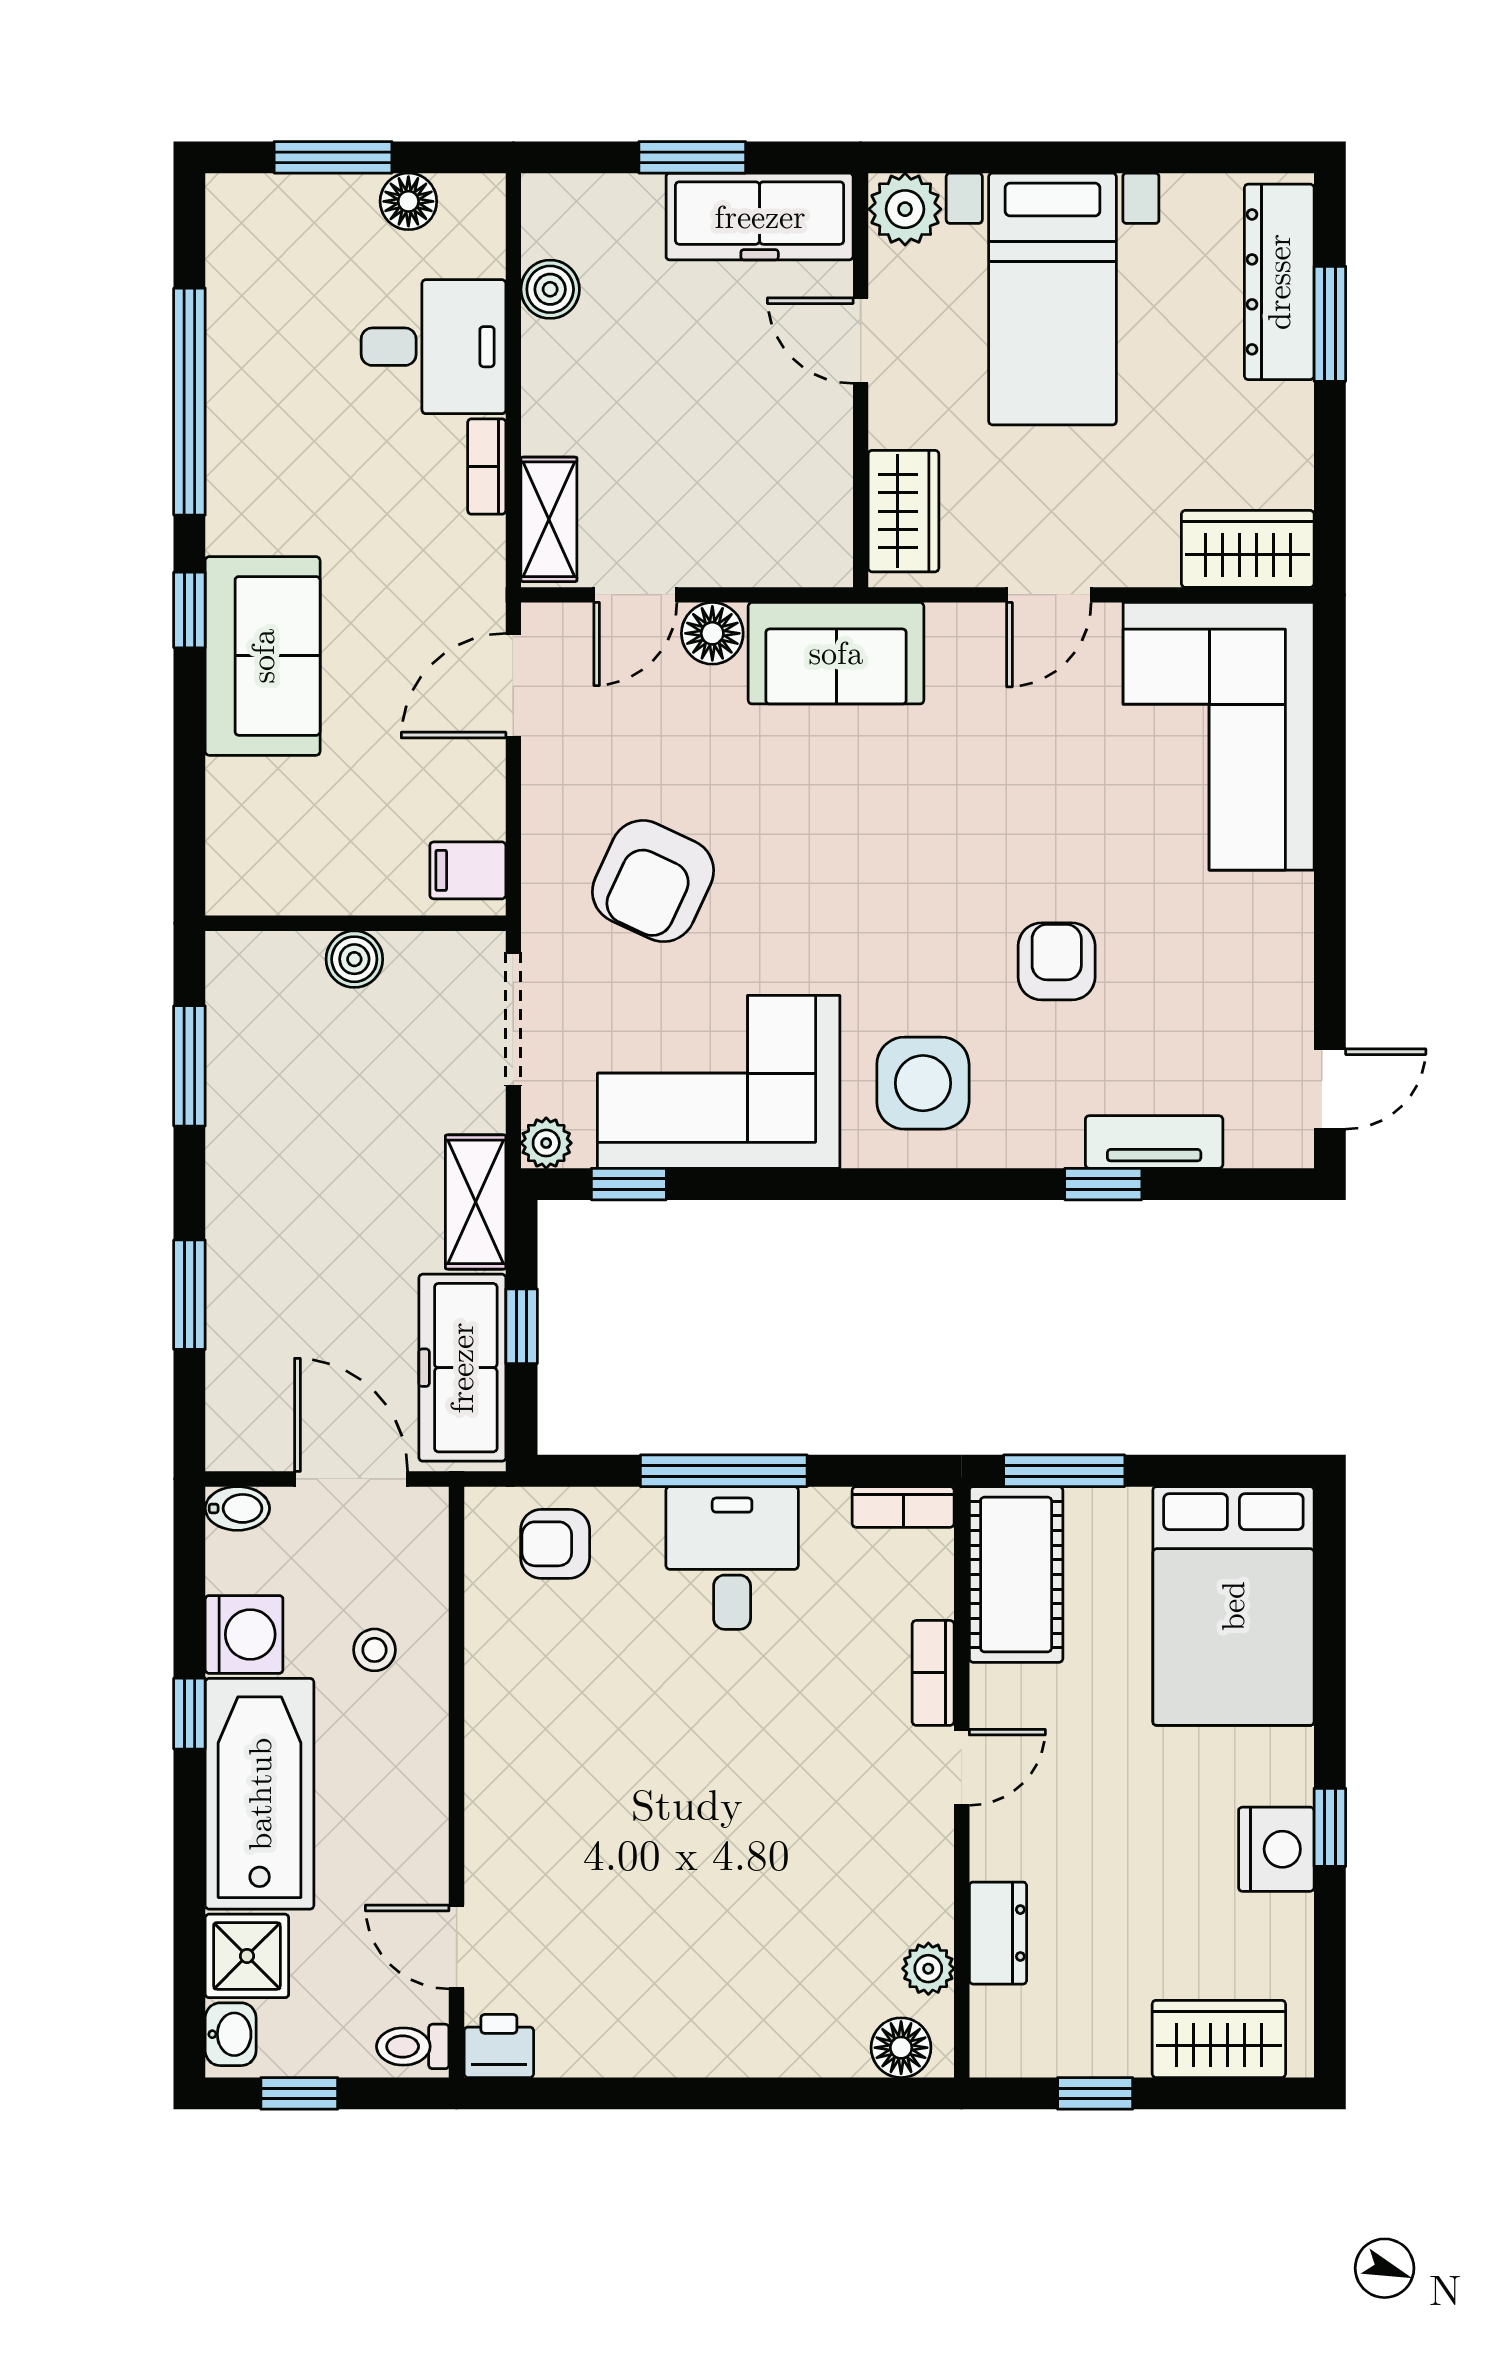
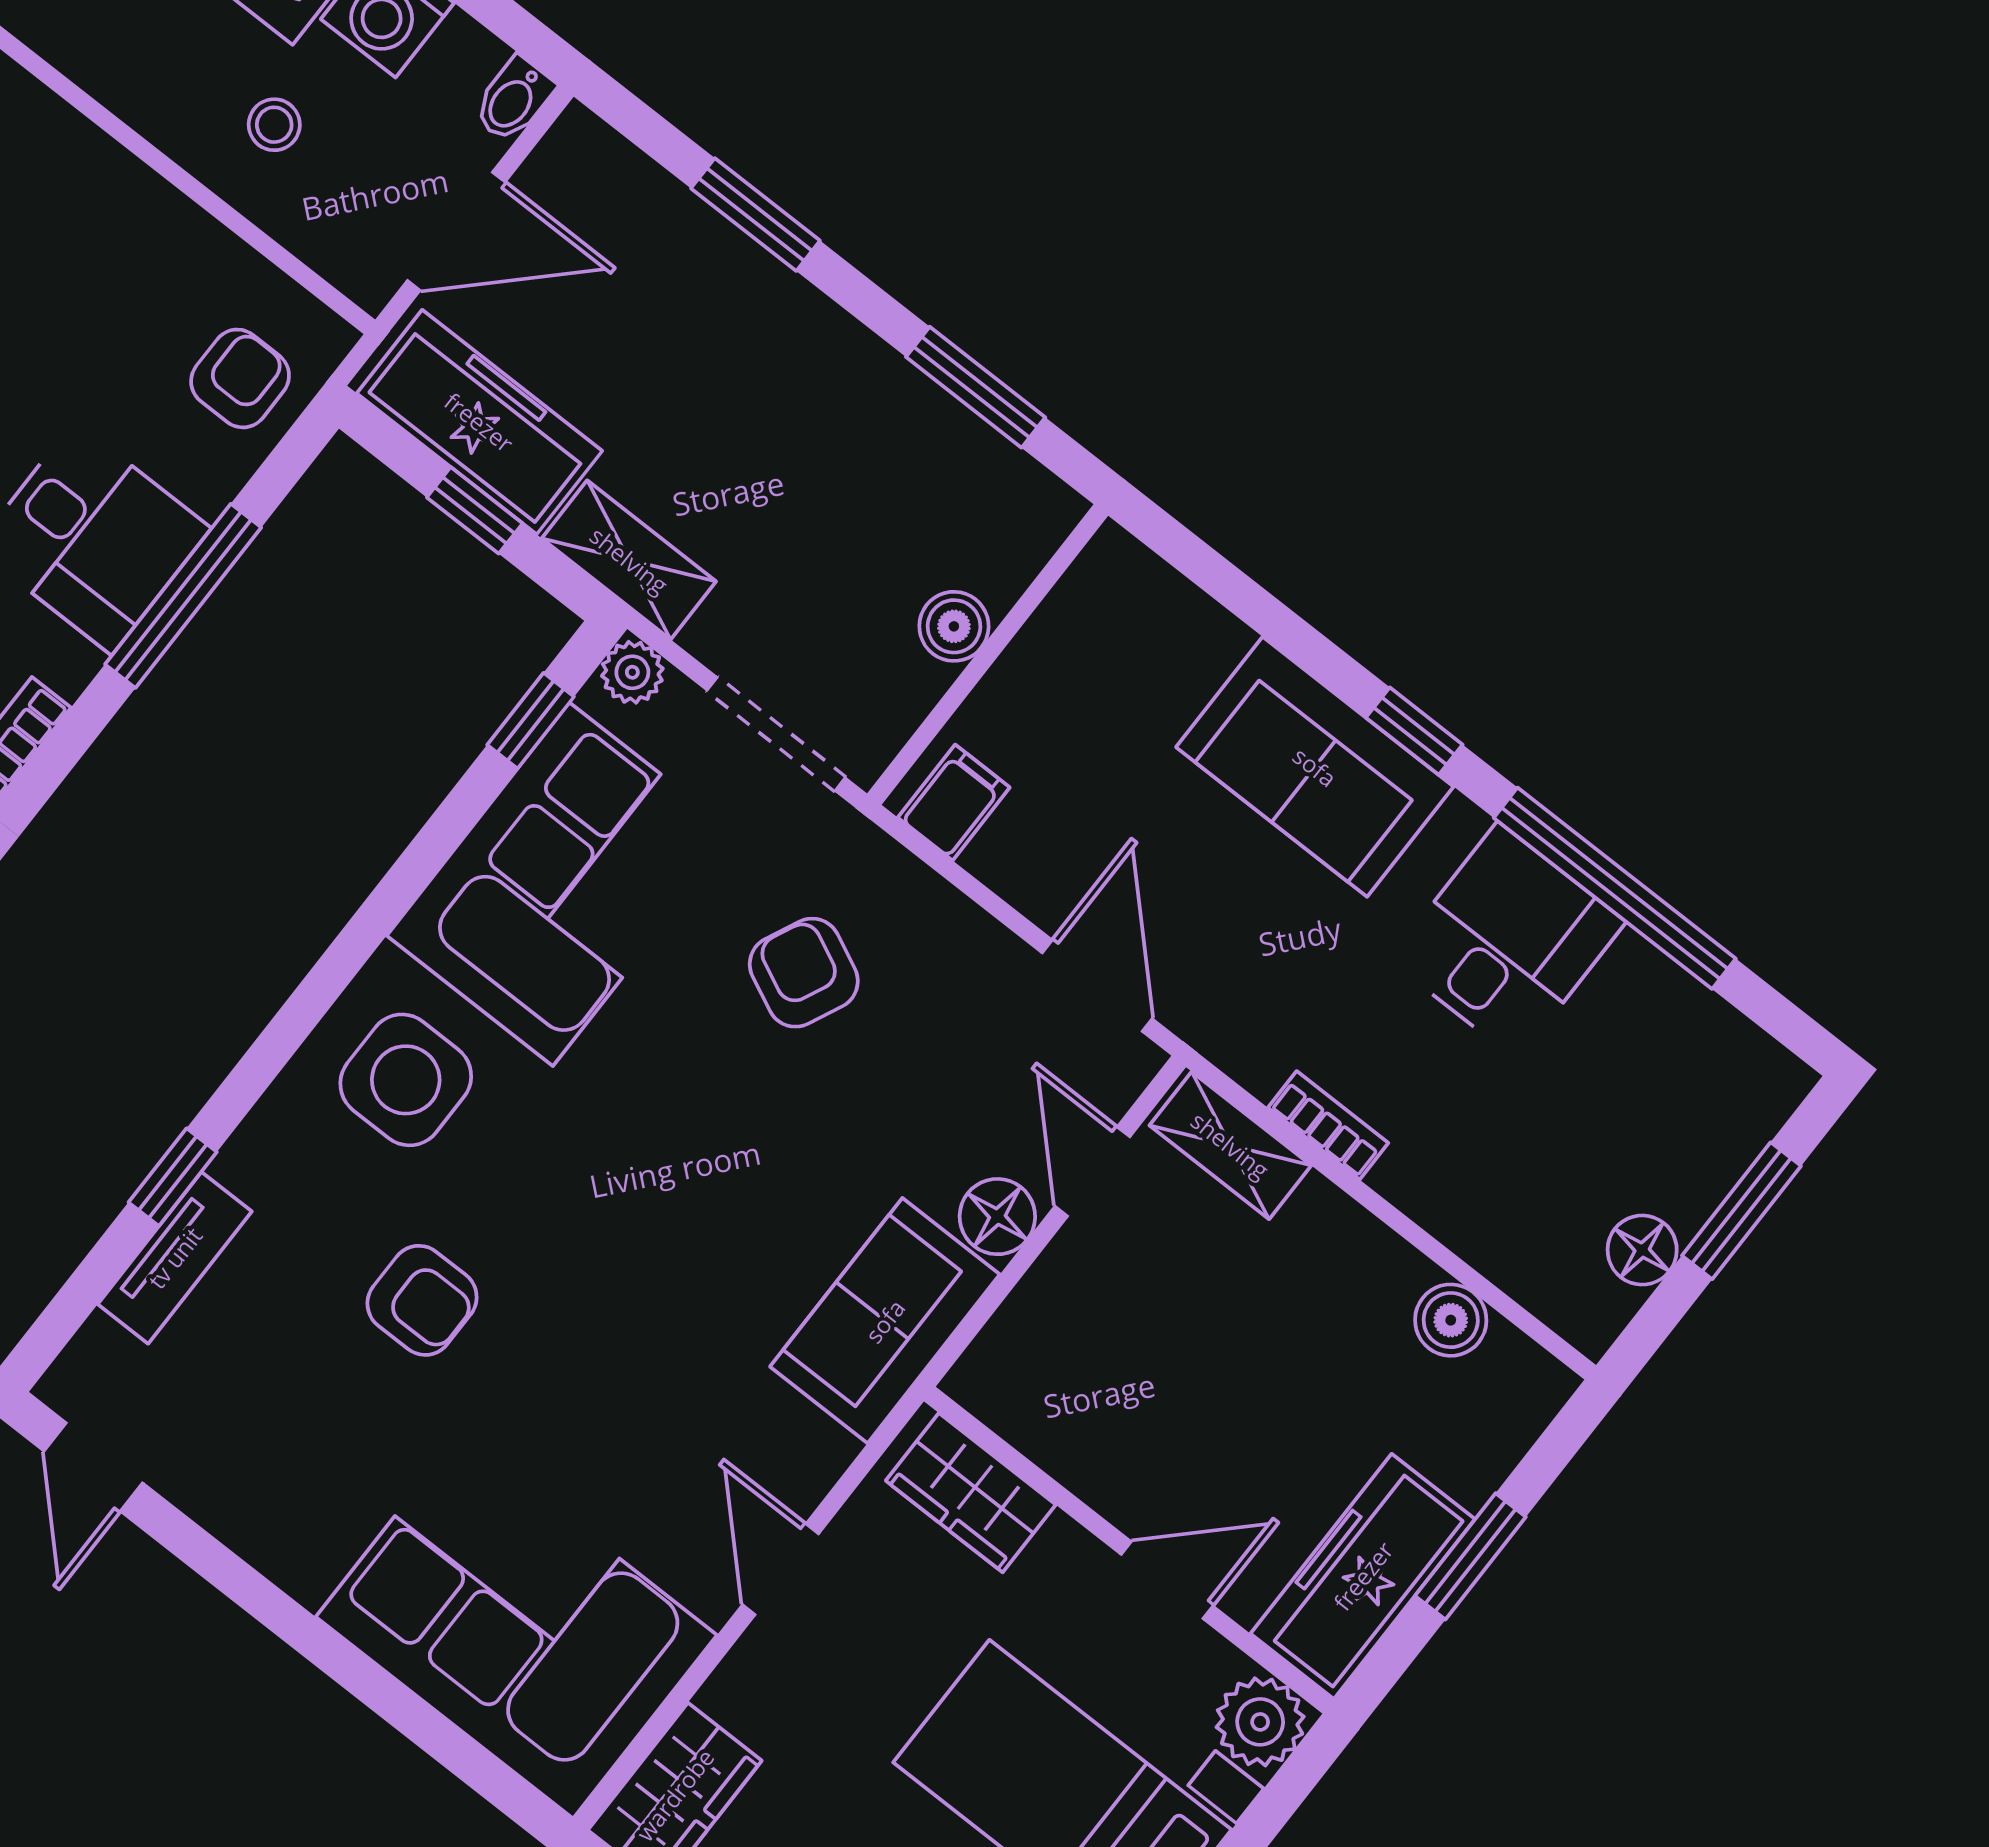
desk: (433, 347) -> (1507, 941), moved, turned 180
armchair: (653, 881) -> (804, 973), width x0.72, depth x0.72

